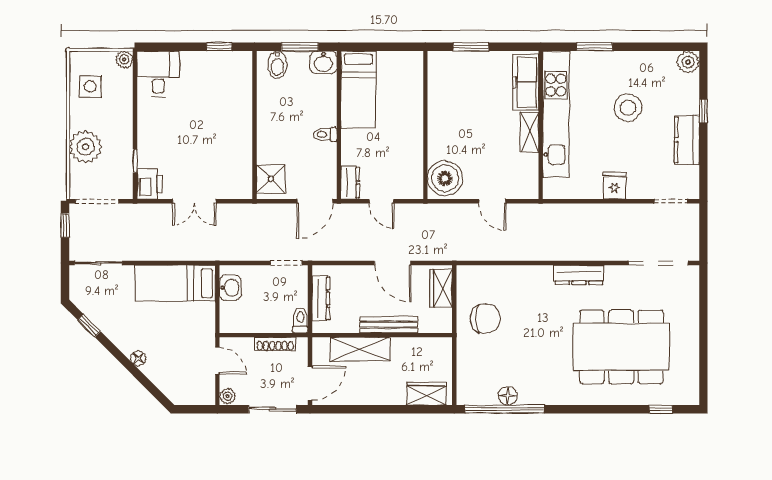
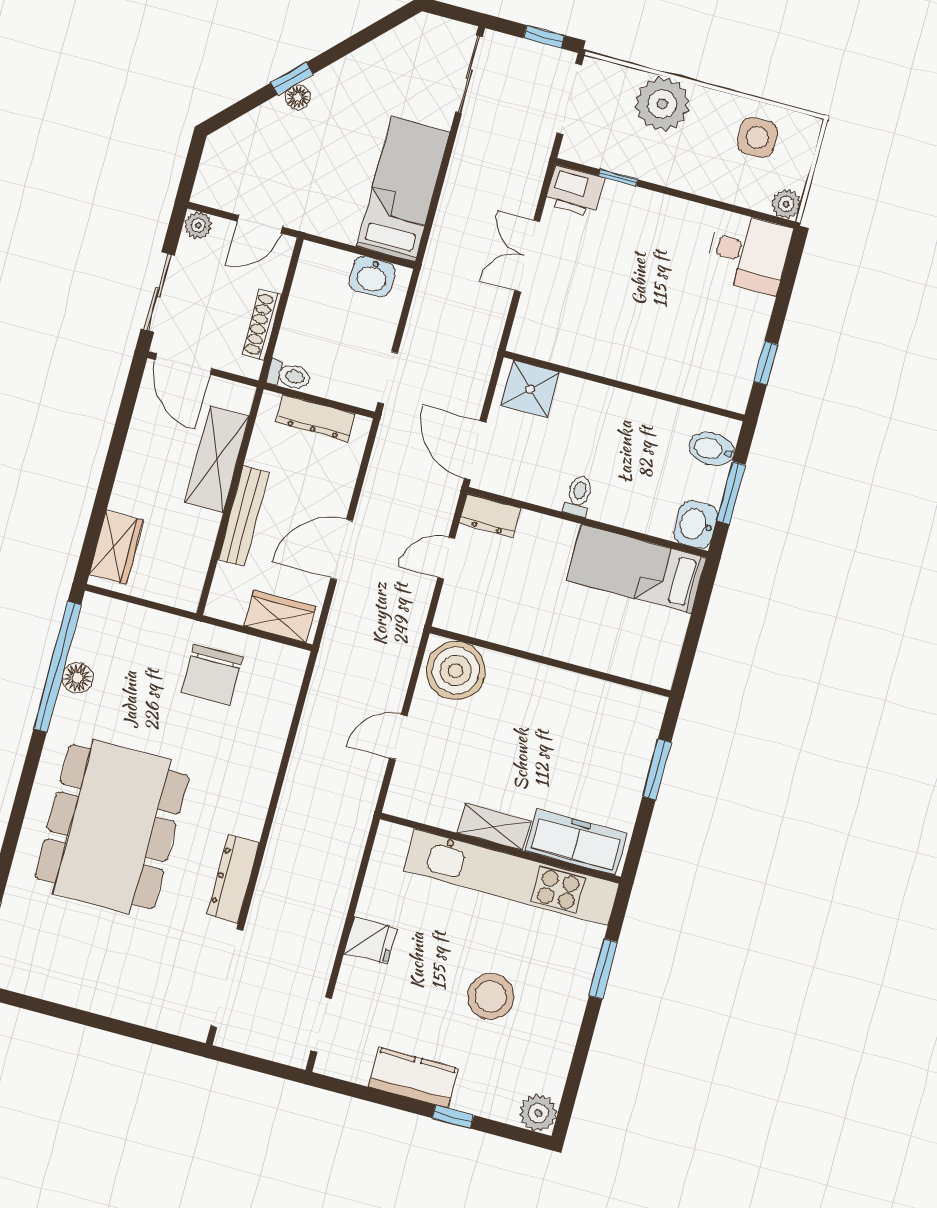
dresser: (579, 275) -> (233, 878), moved
window: (89, 326) -> (292, 78), moved
dining table: (621, 347) -> (112, 827), moved

